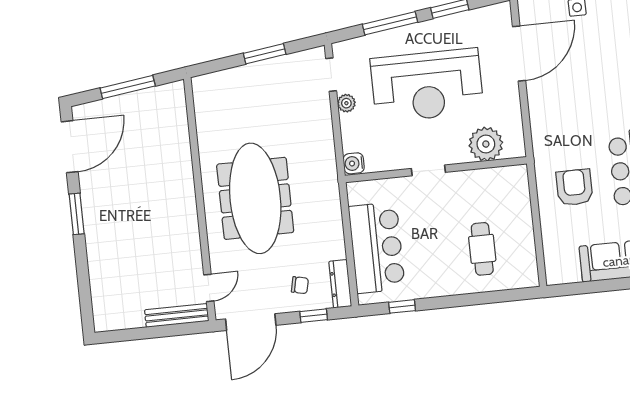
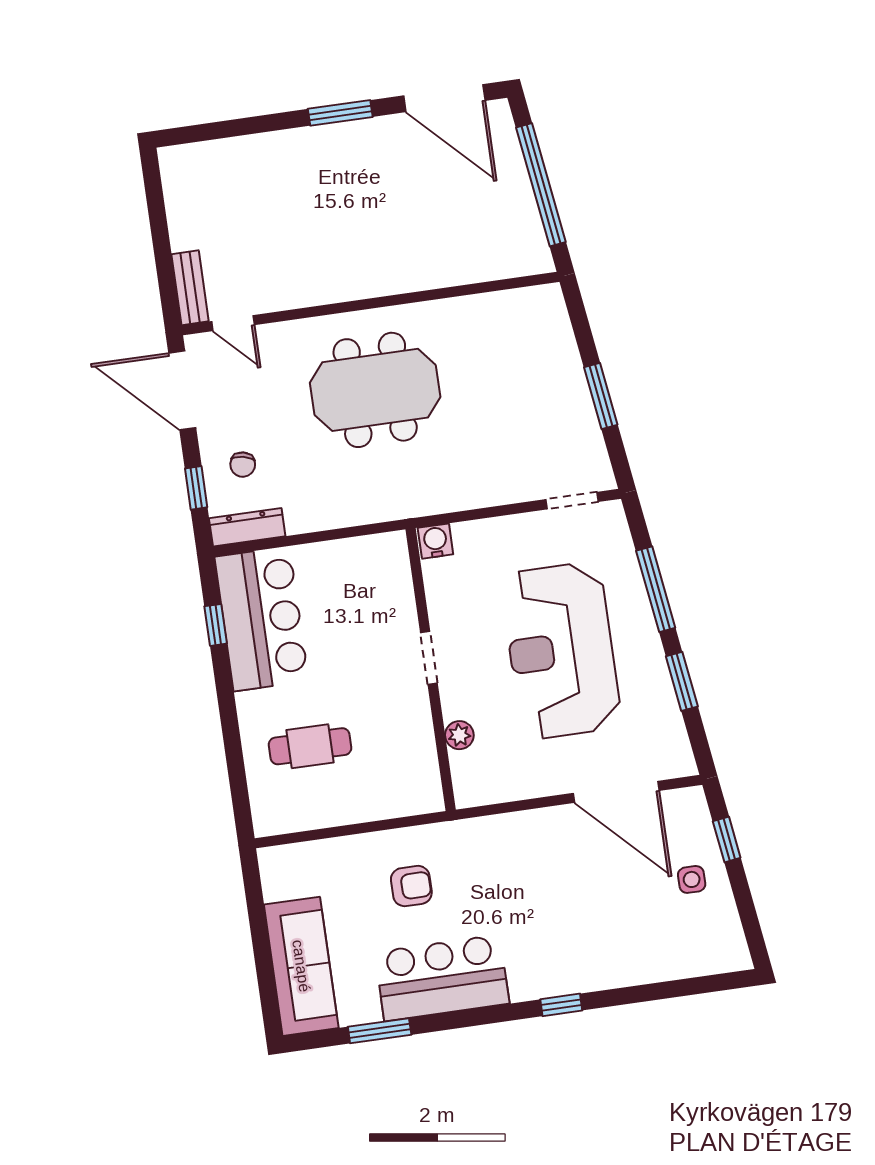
window: (128, 87) -> (541, 185), width x1.46
plant: (346, 103) -> (529, 526), removed
plant: (486, 144) -> (459, 735), width x0.53, depth x0.53
armchair: (574, 187) -> (411, 886), width x0.72, depth x0.72
meeting table: (255, 198) -> (375, 390), width x0.73
bar counter: (377, 248) -> (262, 619), moved, turned -90
bench: (177, 315) -> (190, 288), width x0.73

